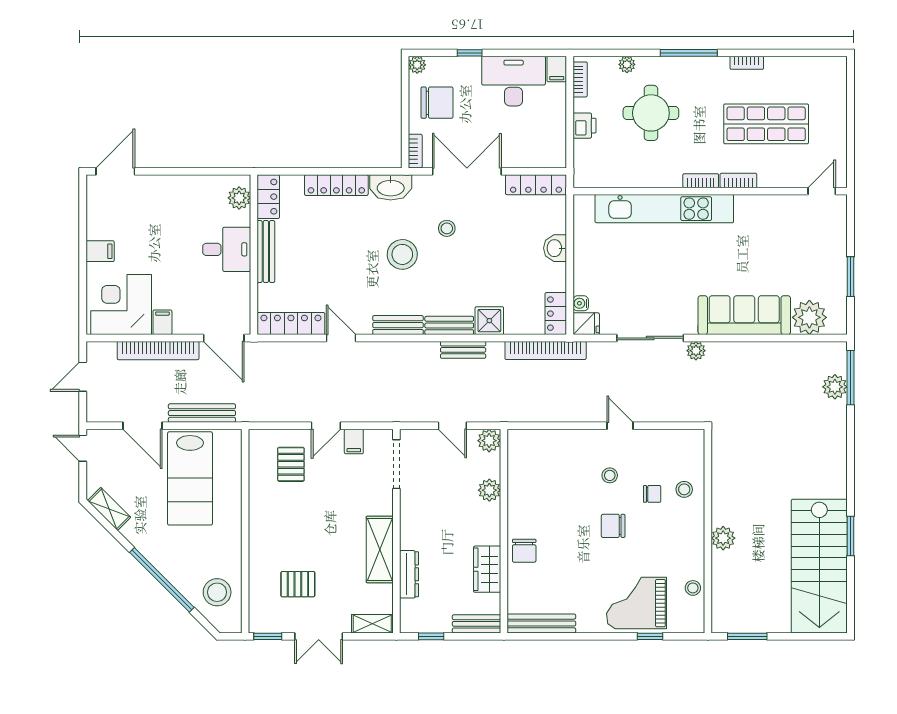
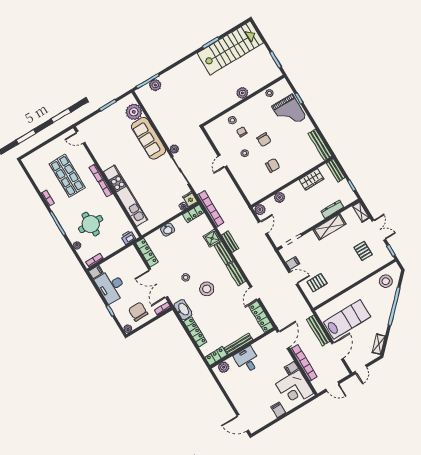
printer: (585, 126) -> (128, 237), moved
chair: (524, 551) -> (273, 165), moved

